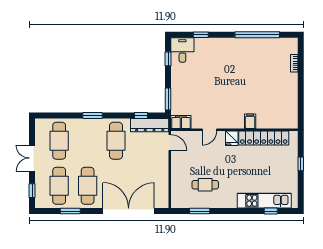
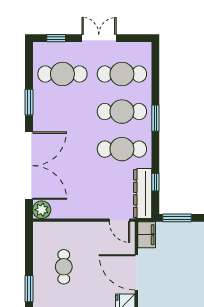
door: (209, 130) -> (136, 272), width x1.88
door: (170, 143) -> (120, 220), hinge flipped
cafe table: (88, 186) -> (122, 112), moved
plant: (162, 201) -> (42, 210), added
window: (70, 211) -> (29, 102), moved
window: (200, 211) -> (29, 289), moved

